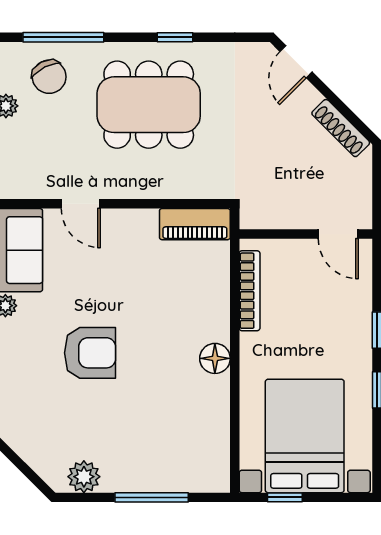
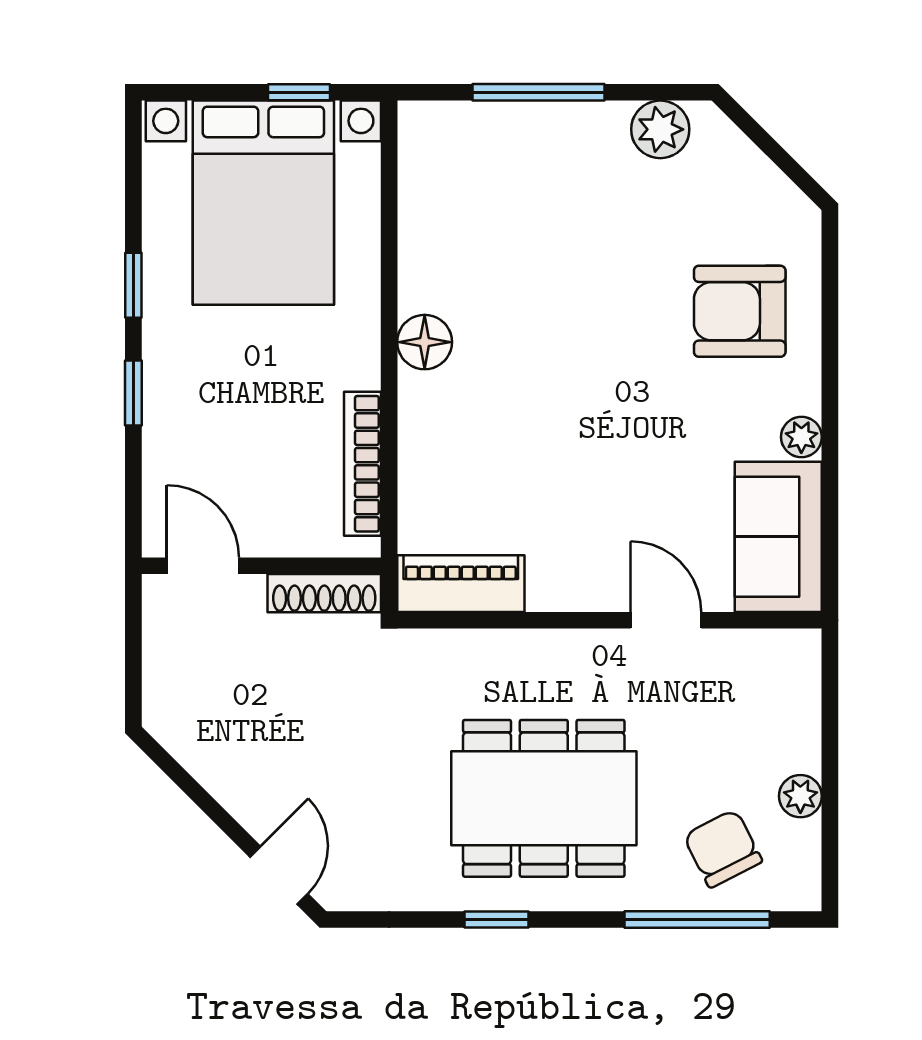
shoe rack: (341, 128) -> (324, 593), moved, turned 135
armchair: (90, 353) -> (740, 311), moved

